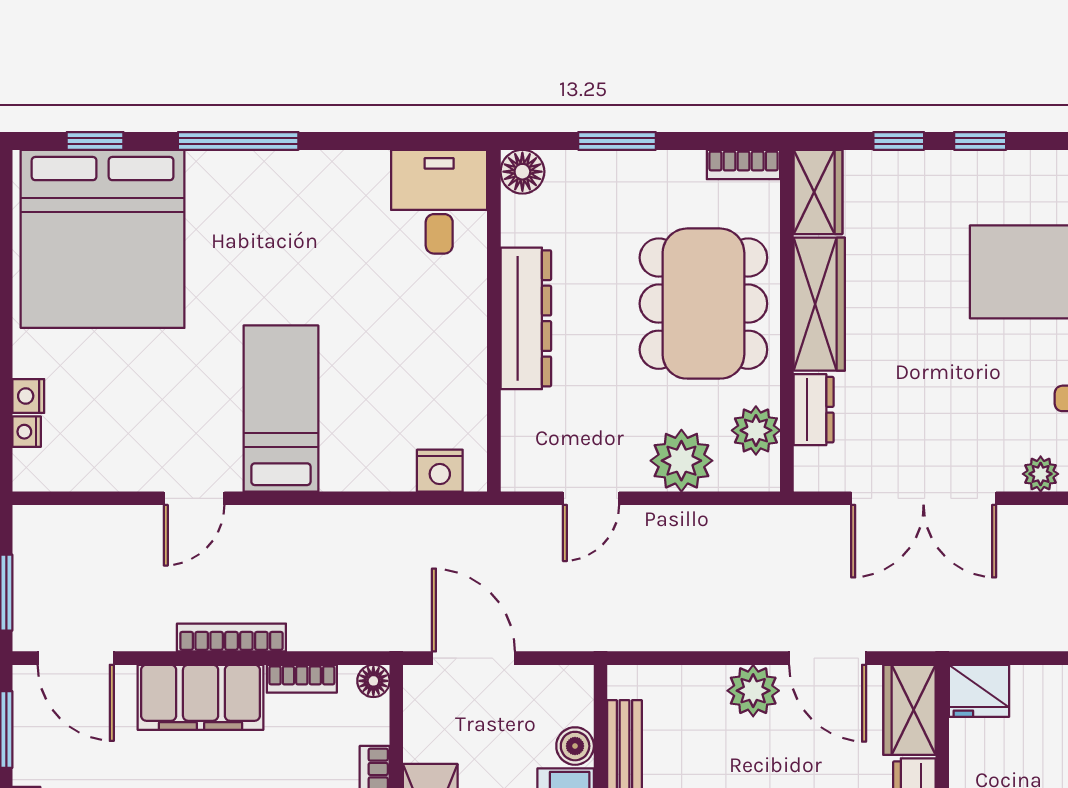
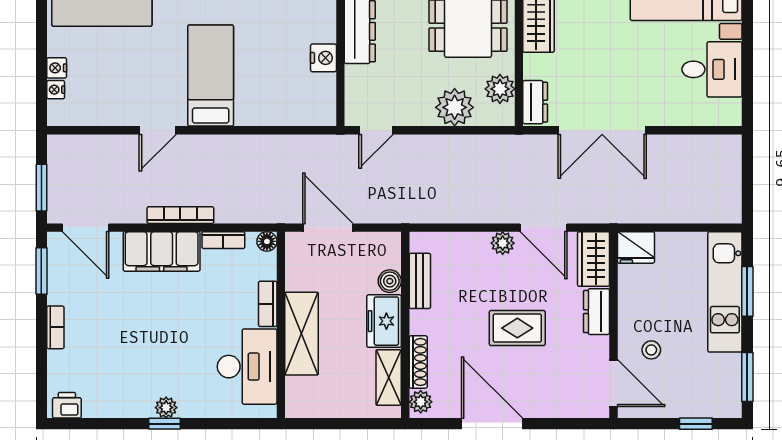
dresser: (814, 410) -> (535, 102), moved
nightstand: (440, 471) -> (323, 58), moved, turned -90
plant: (1041, 474) -> (673, 115), removed
door: (591, 498) -> (376, 130), moved
plant: (753, 691) -> (503, 243), width x0.73, depth x0.73

